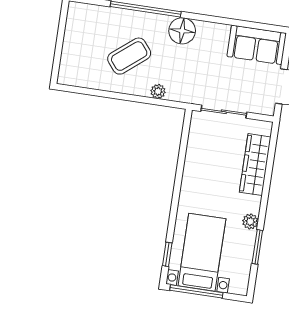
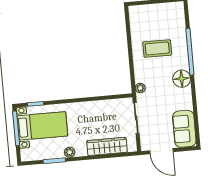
coffee table: (129, 56) -> (157, 48), turned -51
plant: (158, 91) -> (140, 88), moved

